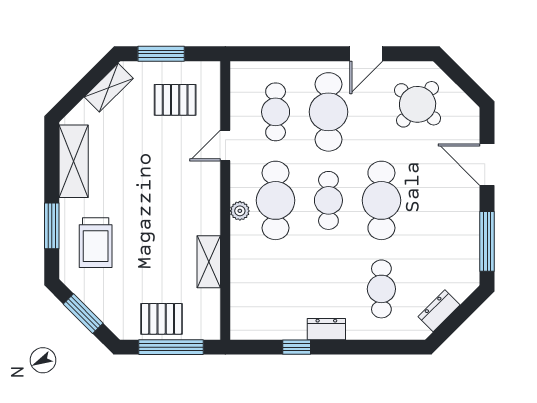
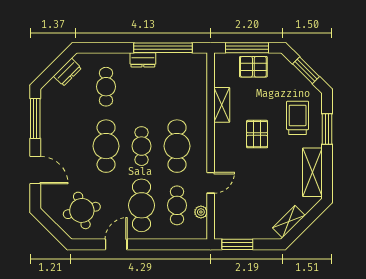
window: (161, 54) -> (237, 244), moved
pallet: (175, 100) -> (257, 134), moved, turned 90
round table: (418, 104) -> (82, 210), turned 34
plant: (240, 211) -> (201, 212), moved
window: (297, 347) -> (163, 48), width x3.17

